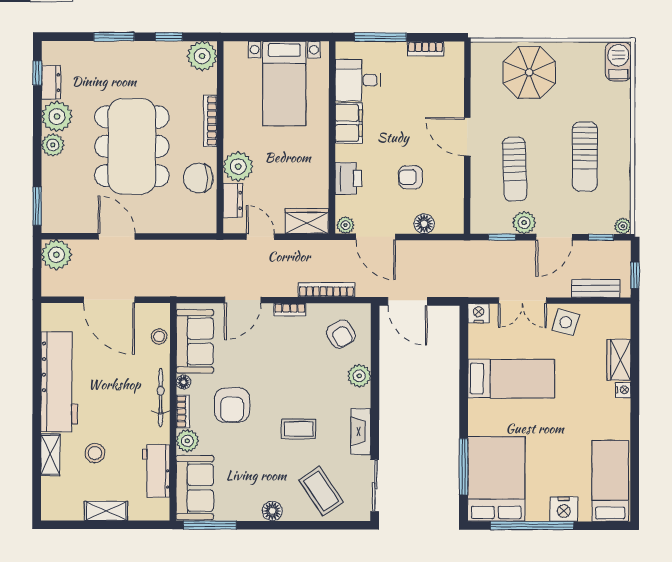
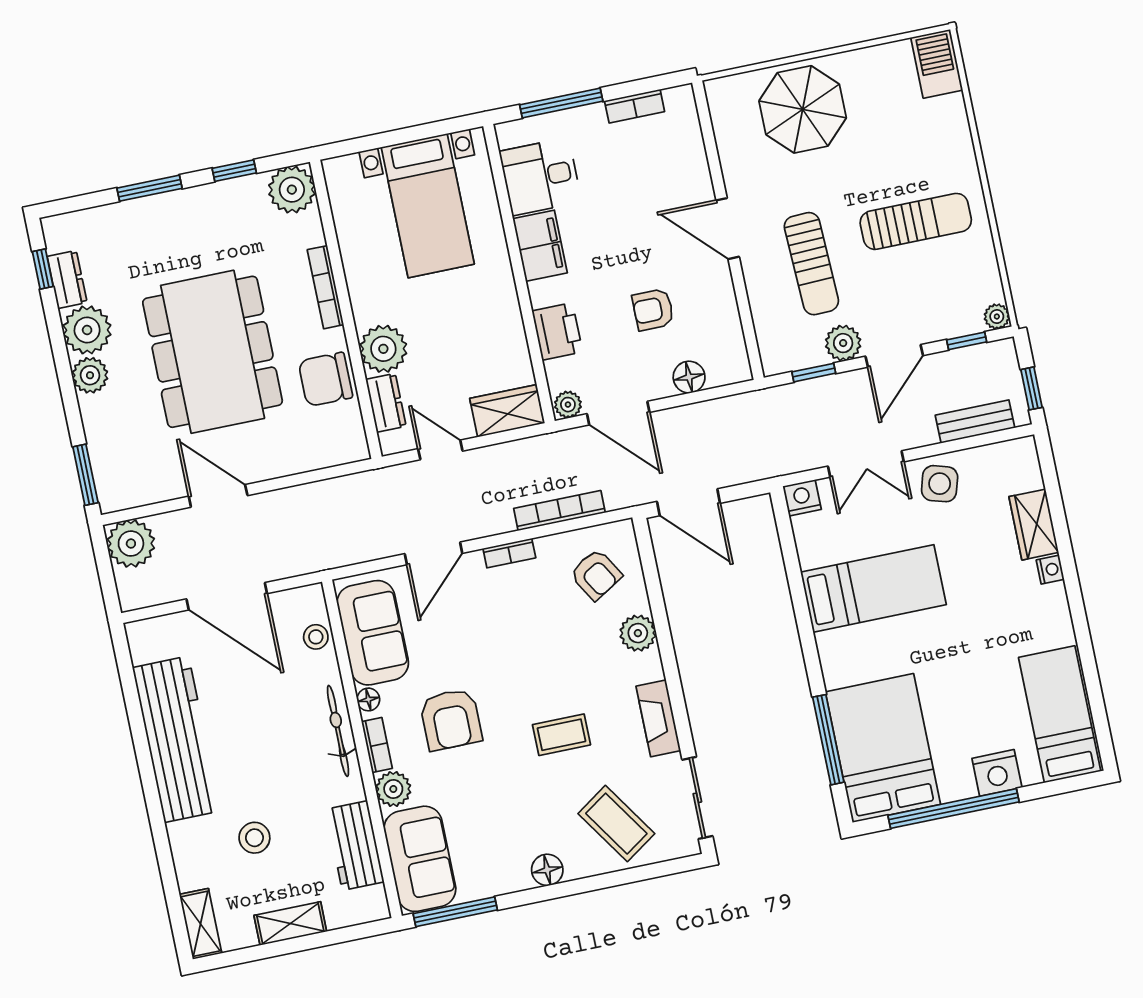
sun lounger: (585, 157) -> (916, 221), turned -90
shelving: (50, 455) -> (200, 924), moved

